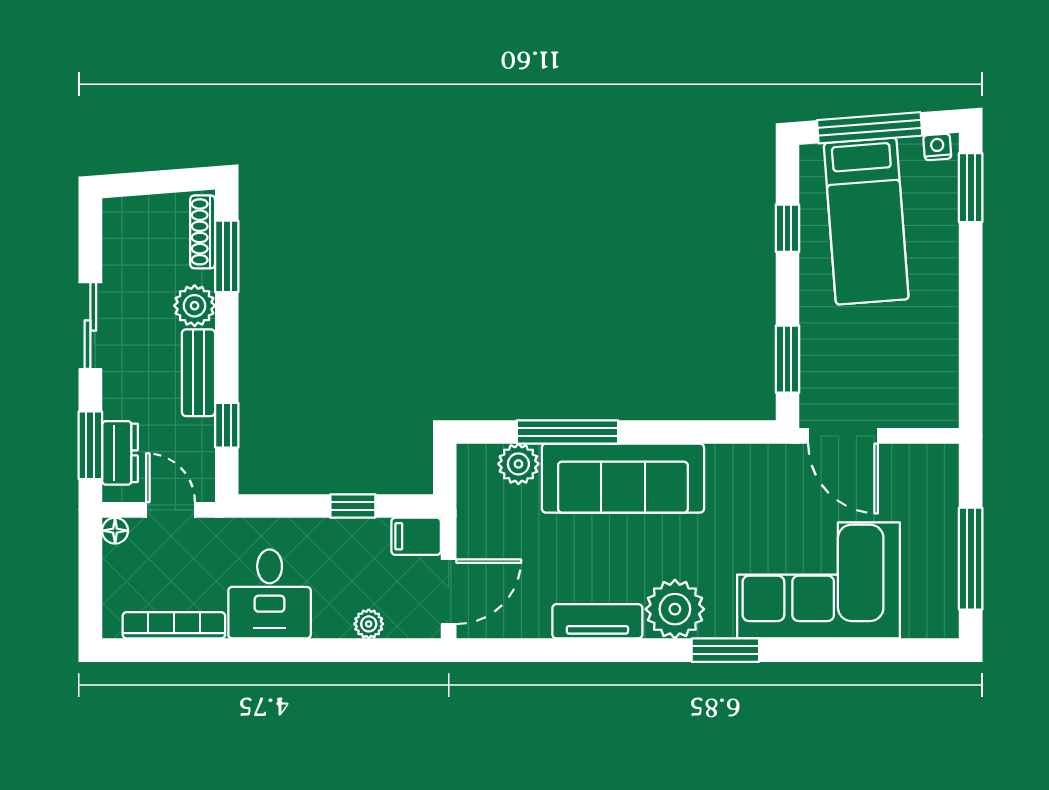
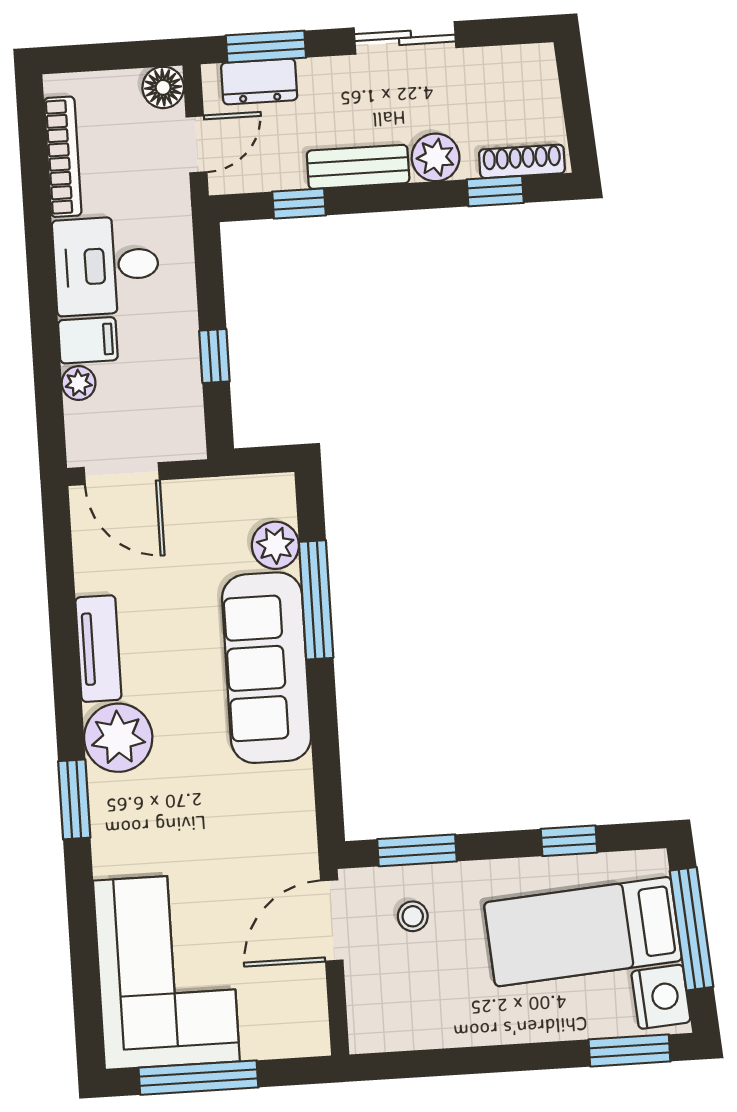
nightstand: (937, 147) -> (661, 997), width x1.89, depth x1.79
window: (227, 256) -> (495, 191), width x0.67
stool: (844, 366) -> (413, 916), added
floor lamp: (115, 531) -> (163, 87), width x1.37, depth x1.37
filing cabinet: (416, 536) -> (88, 340), moved, turned 90
corner sofa: (818, 580) -> (166, 971), moved

